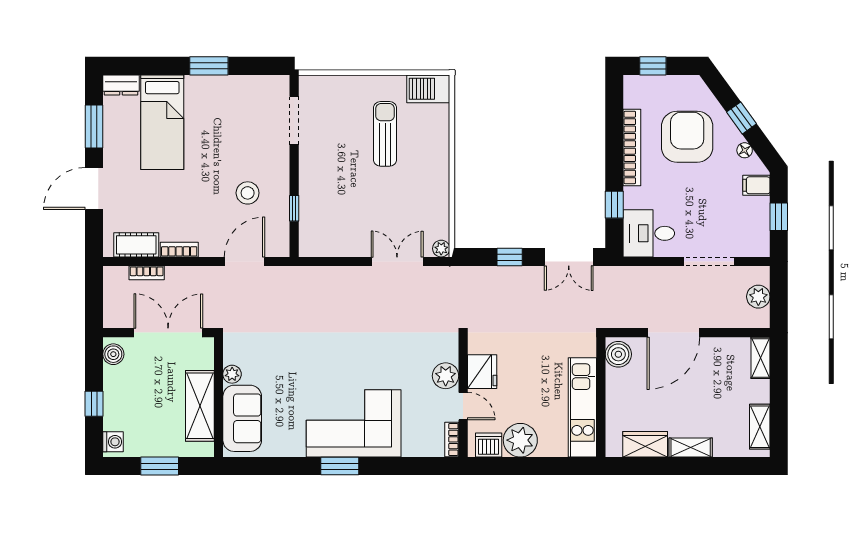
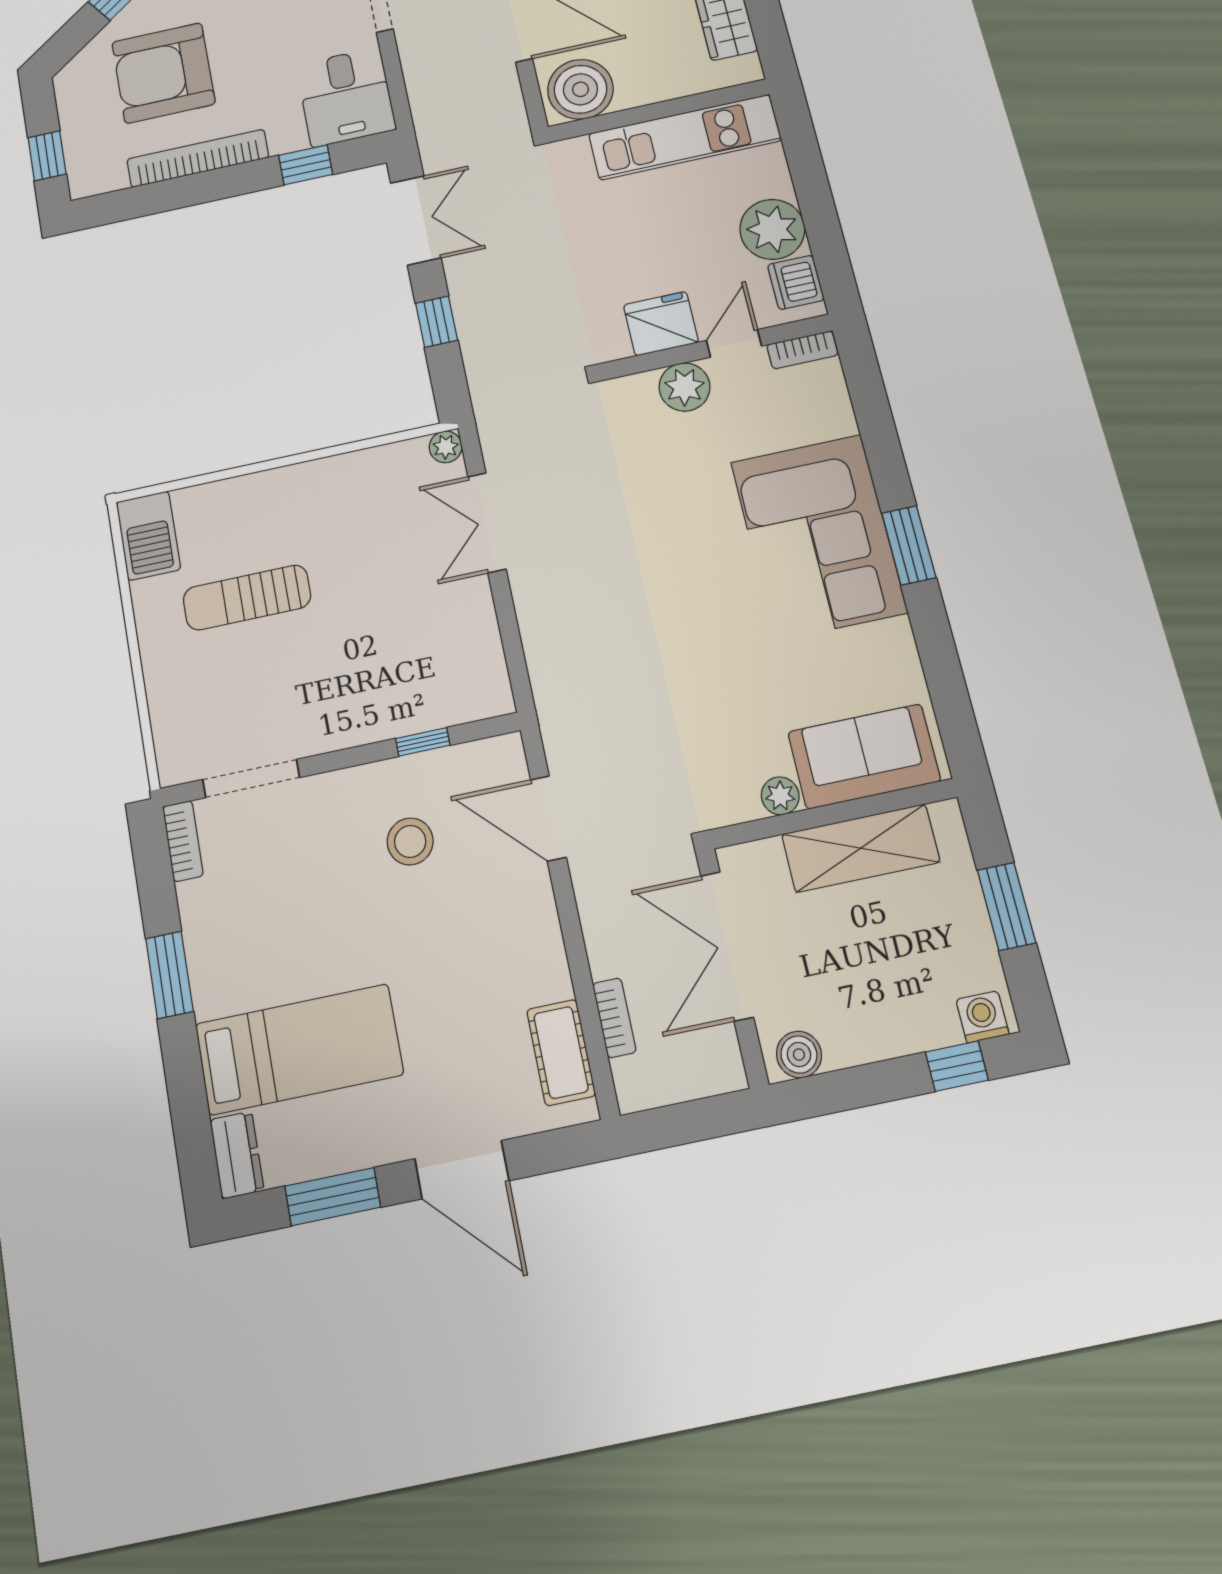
bookcase: (179, 250) -> (183, 841), moved, turned 180
boiler: (618, 354) -> (580, 89), width x1.37, depth x1.37
window: (94, 404) -> (957, 1066), moved

